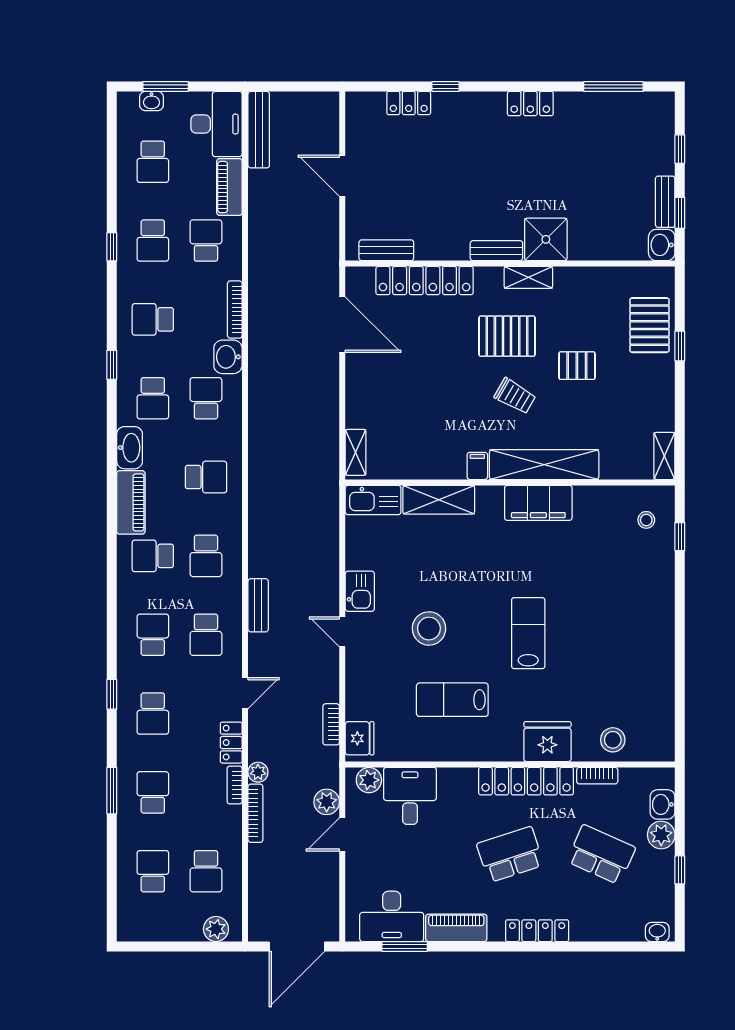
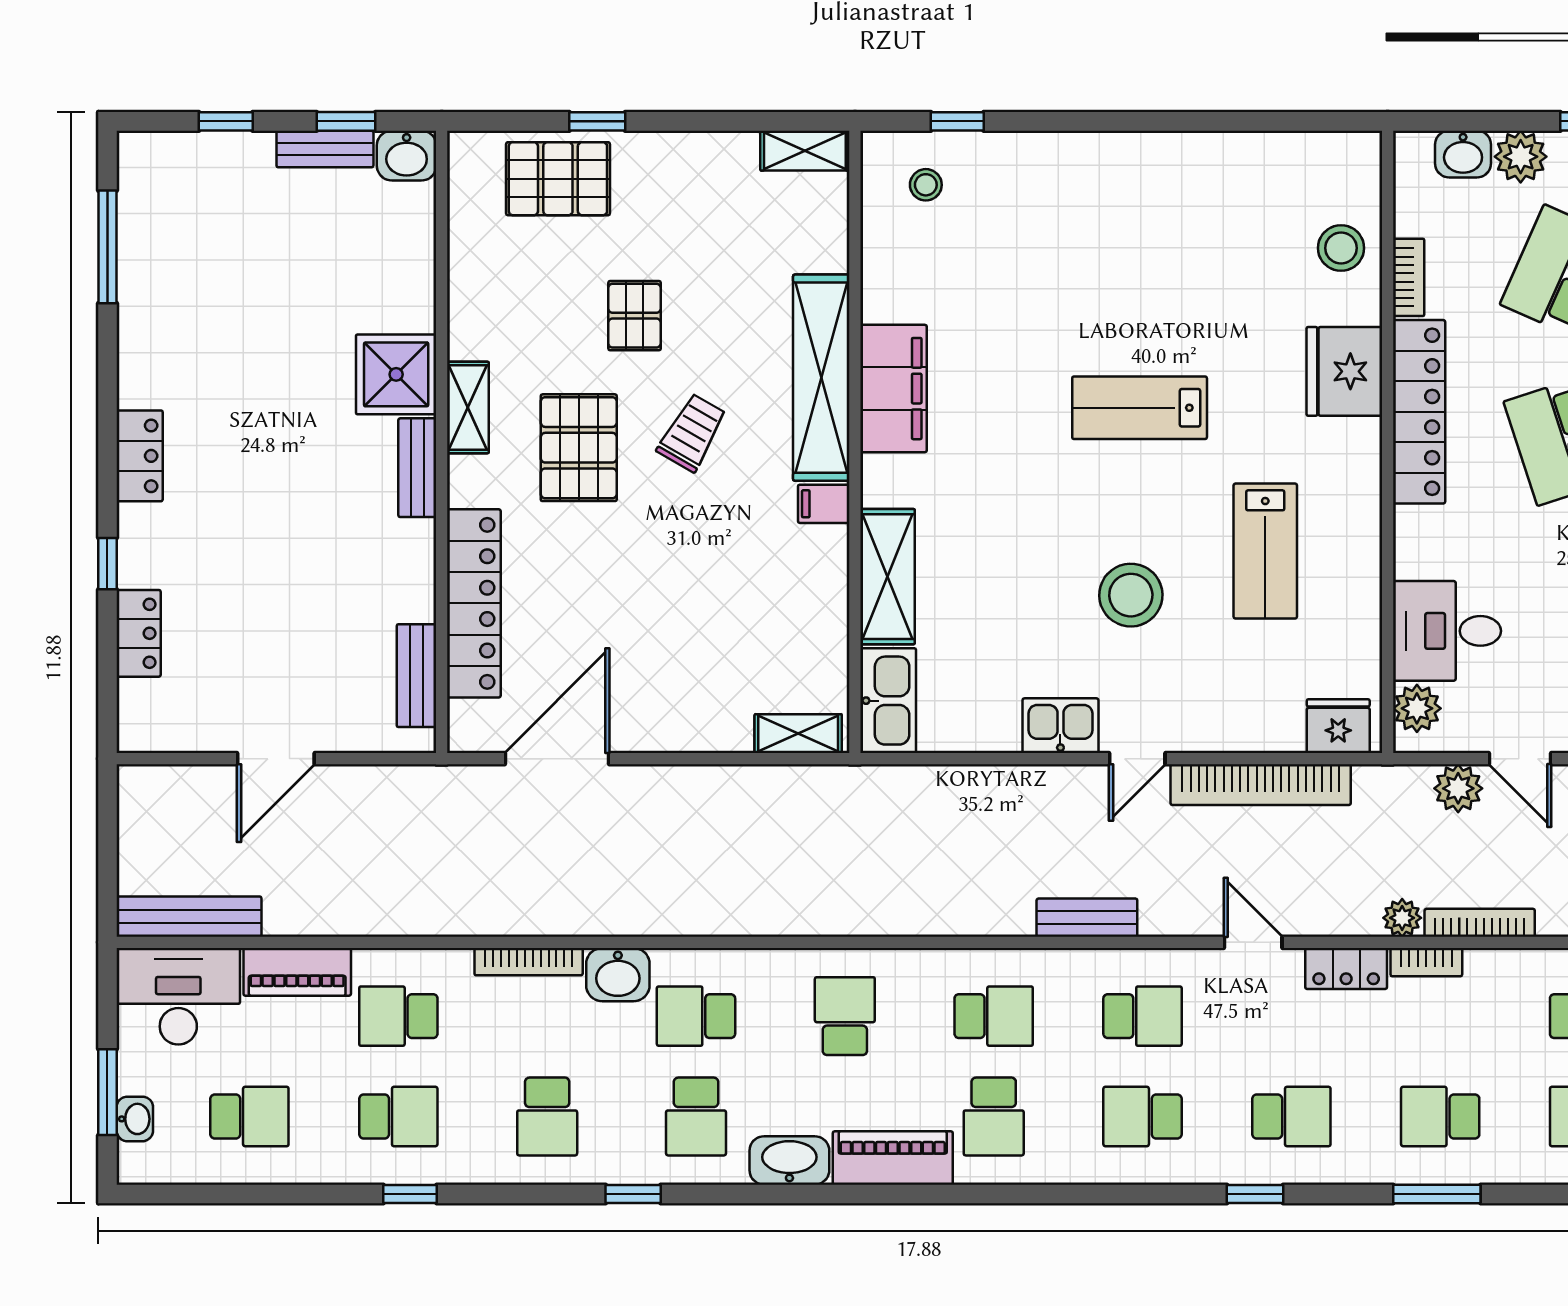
locker: (530, 104) -> (140, 456), moved
school desk: (153, 398) -> (696, 1116), turned 90
bookcase: (331, 724) -> (1261, 785), width x2.31, depth x1.31

